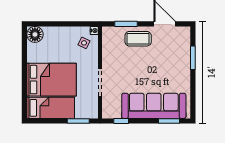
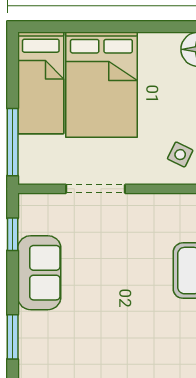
sofa: (154, 106) -> (39, 273), width x0.54, depth x0.79
window: (78, 121) -> (13, 142), width x1.44

